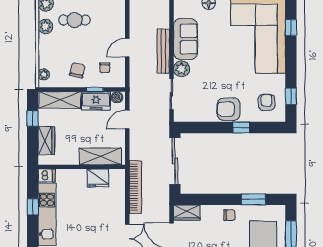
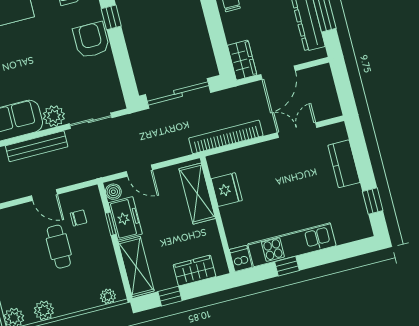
cafe table: (74, 20) -> (59, 247), moved
chair: (77, 70) -> (91, 253), removed
armchair: (229, 109) -> (91, 40), turned 180

